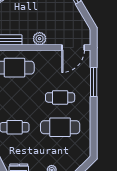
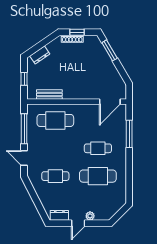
plant: (40, 39) -> (79, 93), removed

